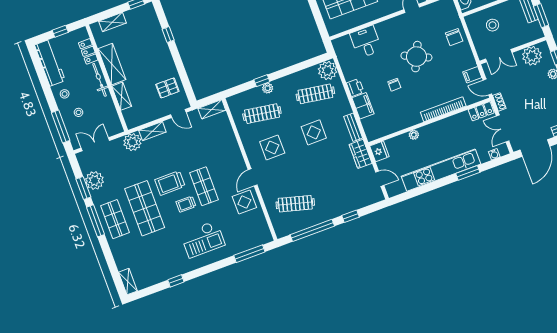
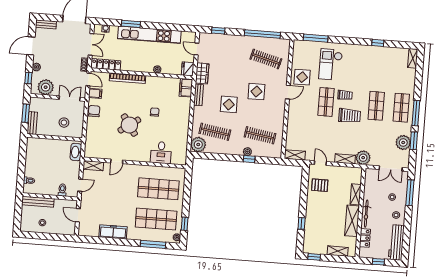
chair: (454, 37) -> (94, 111), moved
round table: (416, 57) -> (129, 125), turned 30
printer: (355, 88) -> (184, 123), removed
filing cabinet: (363, 106) -> (186, 88), moved
locker: (481, 111) -> (106, 64), width x1.53
display table: (272, 147) -> (256, 92), moved
shop shelf: (145, 208) -> (376, 106), width x0.70, depth x0.74
window: (350, 216) -> (218, 31), moved
checkout: (203, 239) -> (331, 65), moved, turned -90

